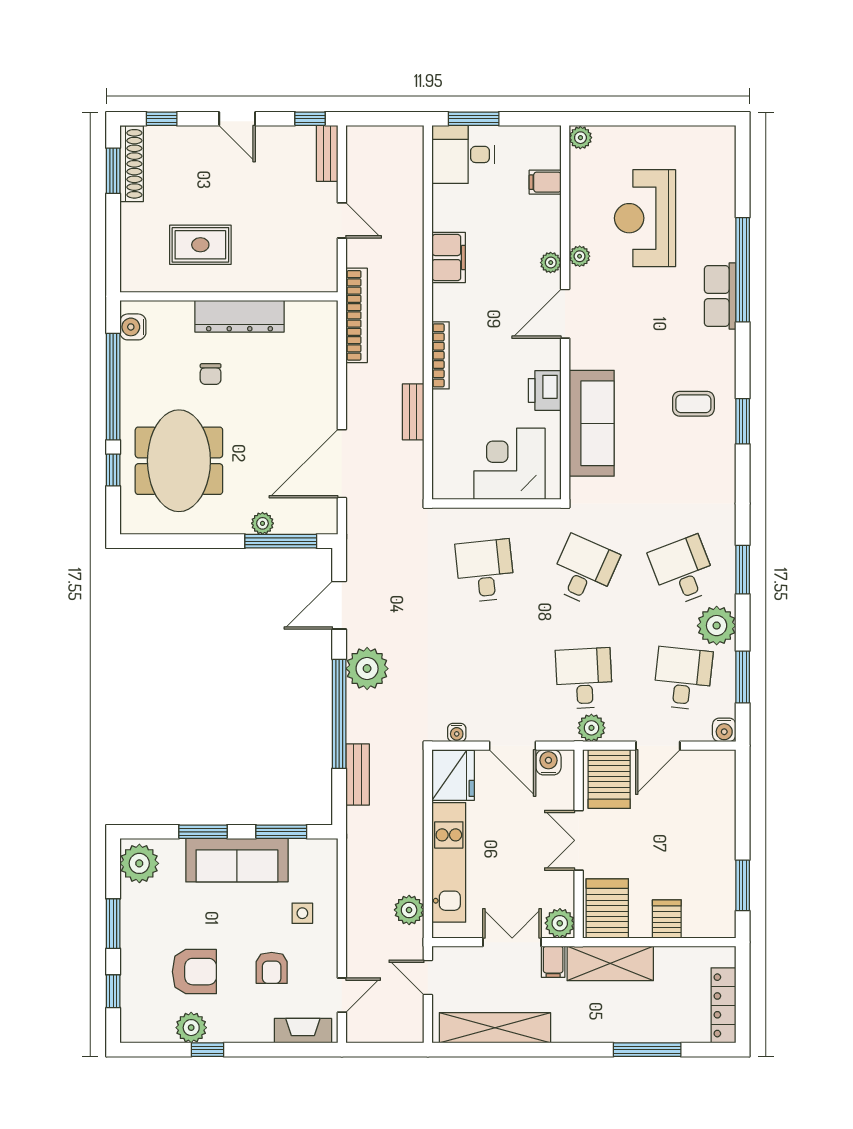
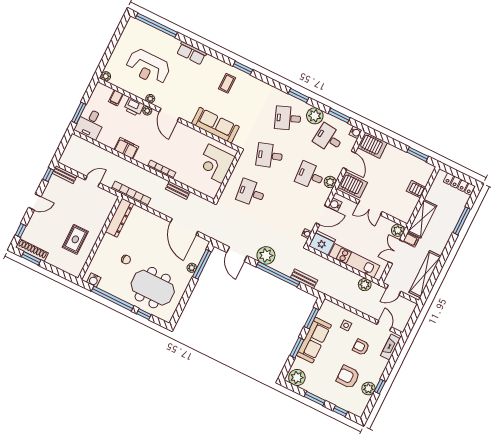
window: (743, 270) -> (156, 25), moved
dresser: (240, 316) -> (120, 218), moved
printer: (545, 390) -> (134, 107), moved
desk: (584, 571) -> (270, 156), turned -42
server rack: (607, 908) -> (372, 145), moved, turned 180
armchair: (272, 968) -> (361, 347), turned 180
armchair: (194, 972) -> (348, 377), turned -90

